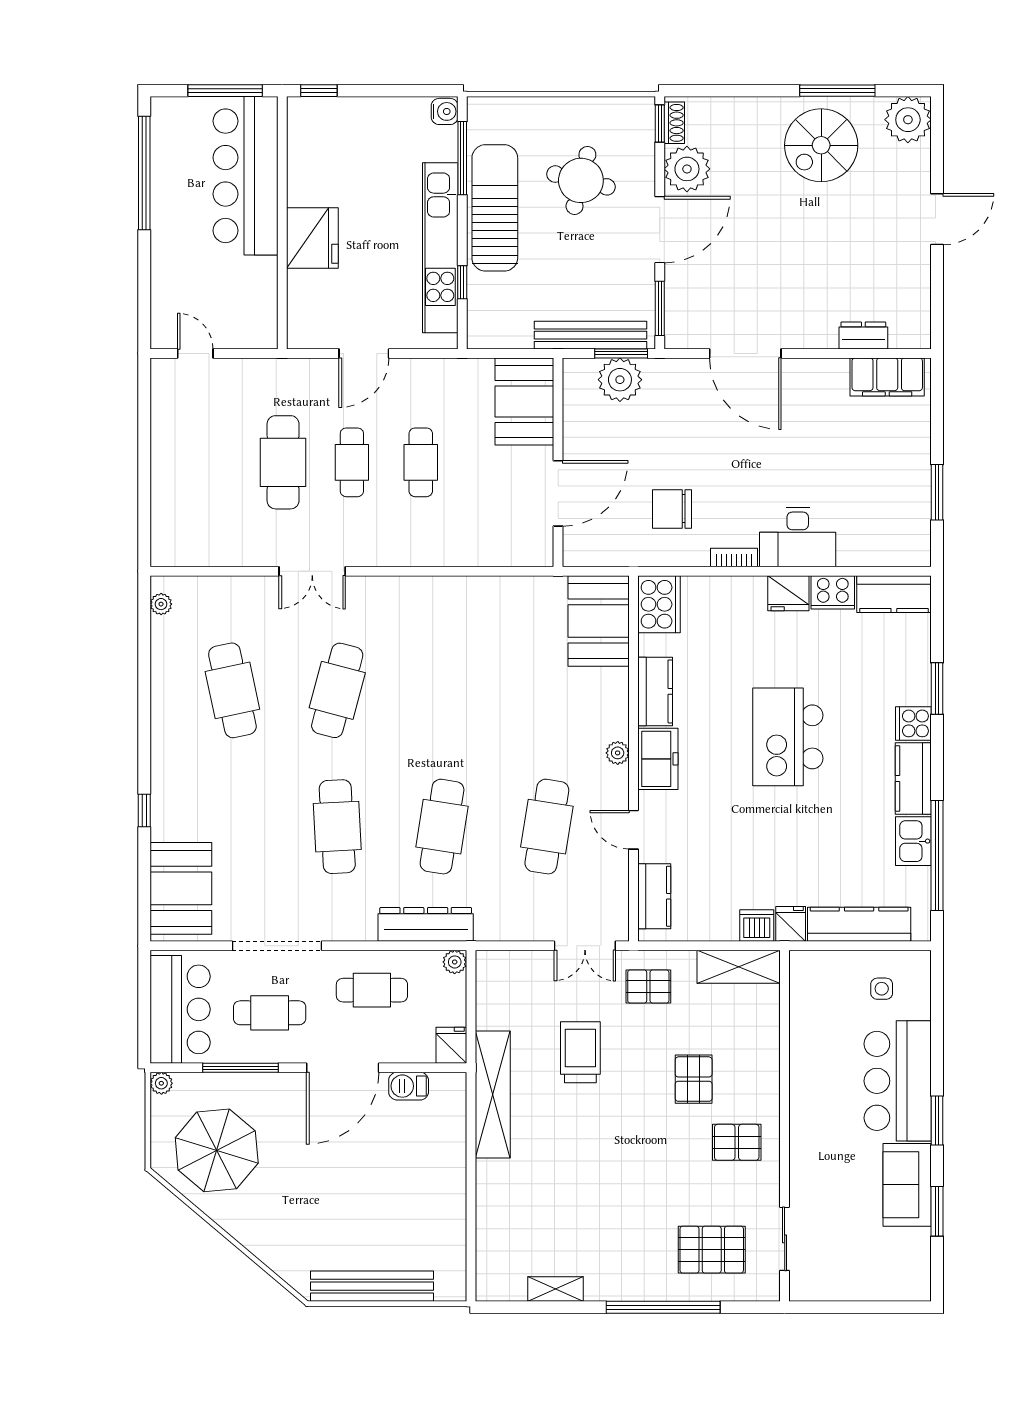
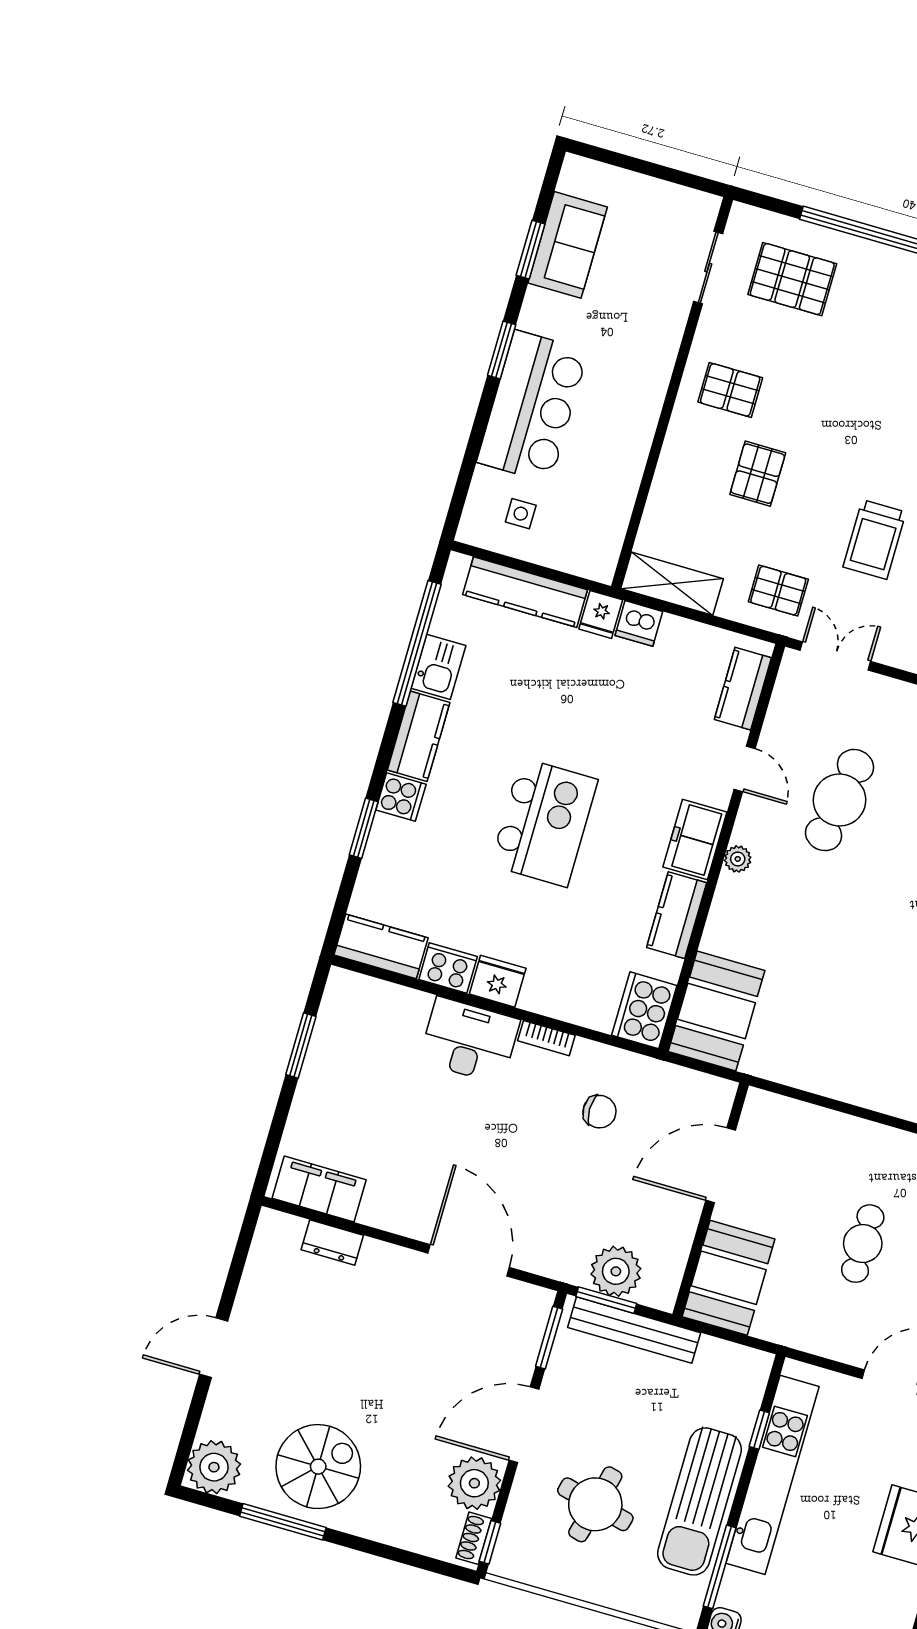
chair: (672, 509) -> (600, 1112), width x0.73, depth x0.73
sofa: (907, 1185) -> (568, 245), moved

